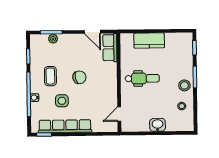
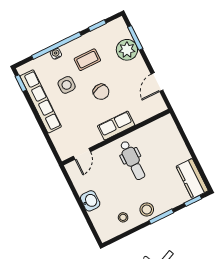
plant: (53, 39) -> (127, 50), width x1.87, depth x1.87
kitchen counter: (149, 41) -> (192, 179), moved
row of seats: (110, 48) -> (116, 126), moved
door: (119, 114) -> (82, 154), swing flipped

